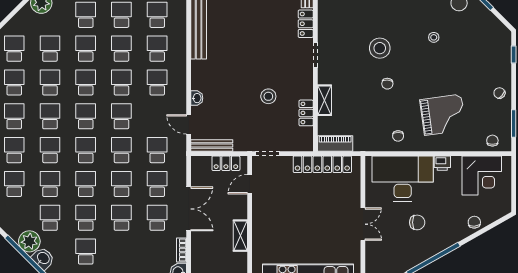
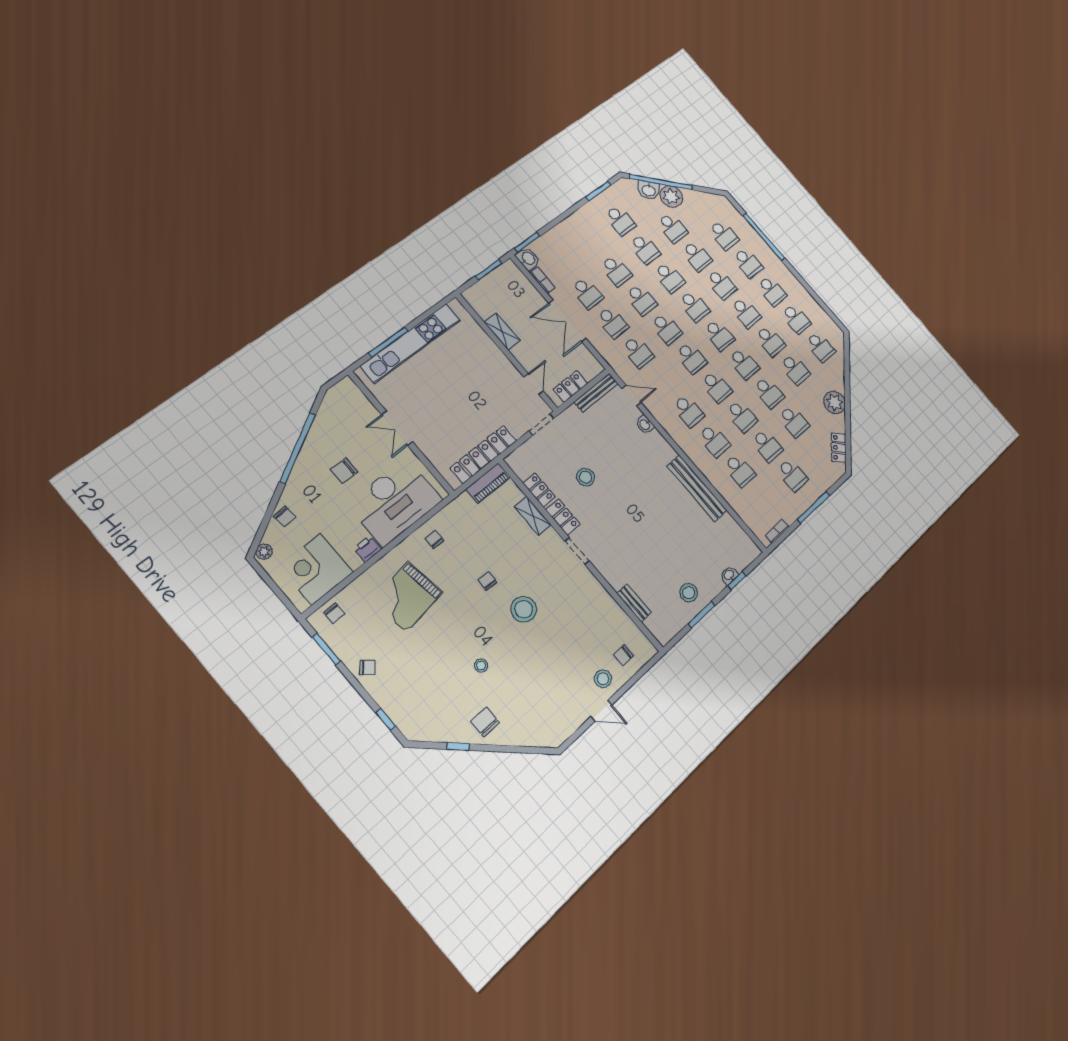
locker: (306, 24) -> (563, 517), moved
plant: (503, 210) -> (264, 552), added

